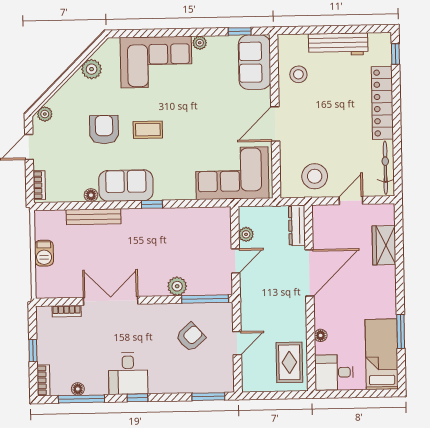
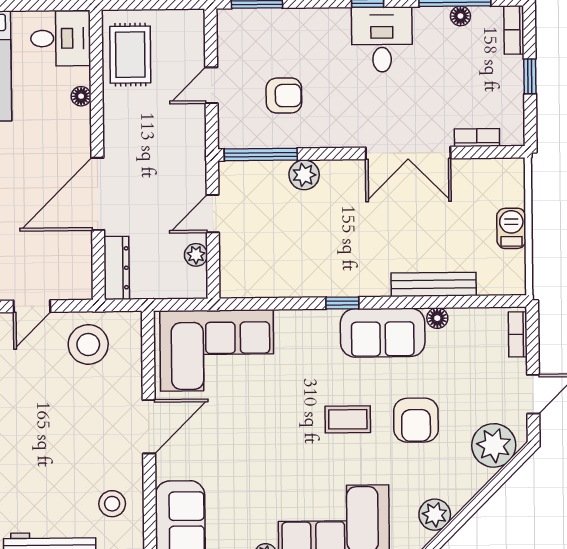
plant: (45, 114) -> (494, 445), width x1.87, depth x1.87
armchair: (191, 337) -> (284, 96), turned -138

